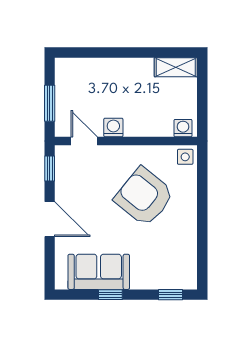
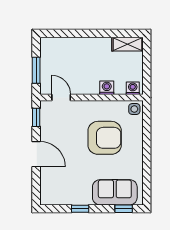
washing machine: (113, 127) -> (107, 88), moved
armchair: (144, 197) -> (105, 138), turned 141
sofa: (99, 272) -> (115, 192), moved

